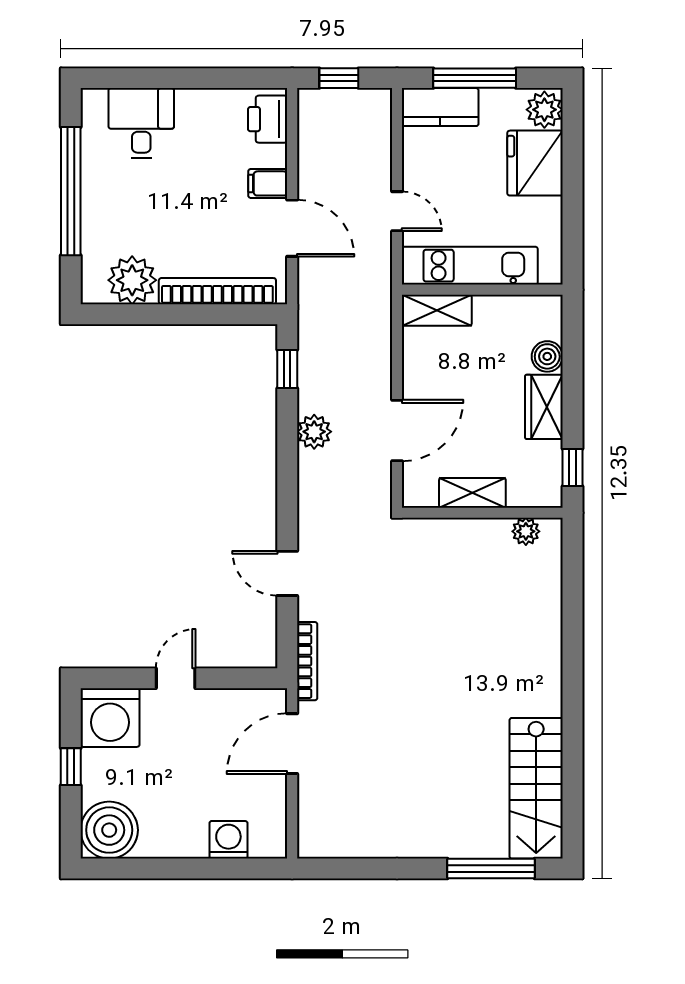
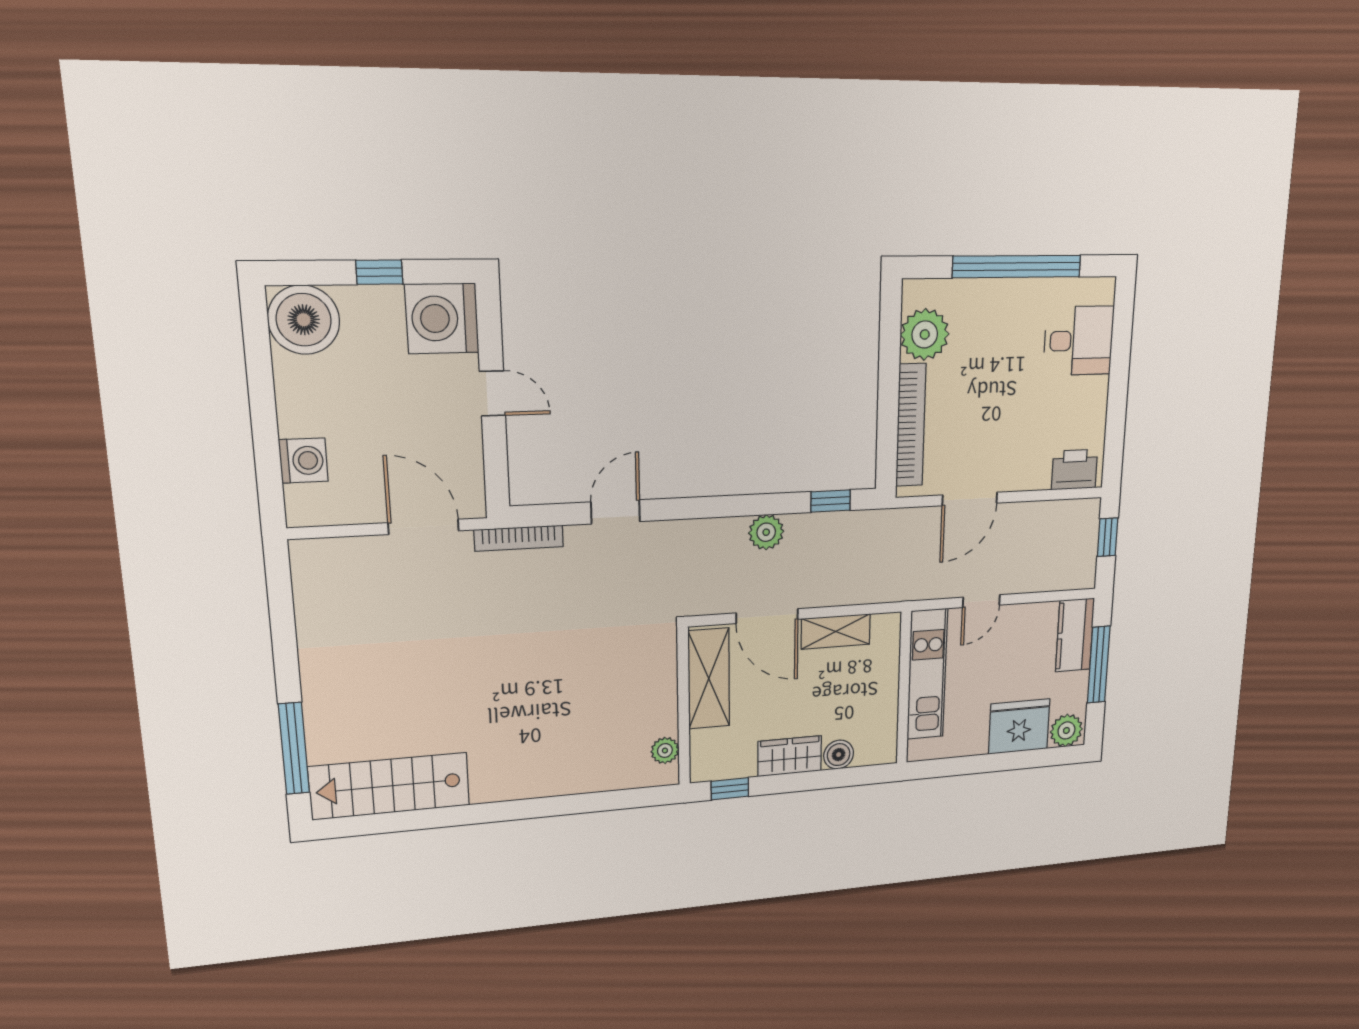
filing cabinet: (268, 183) -> (1014, 472), removed
shelving: (437, 310) -> (836, 631), moved, turned 90
shelving: (472, 493) -> (709, 679), width x1.50, depth x1.33

